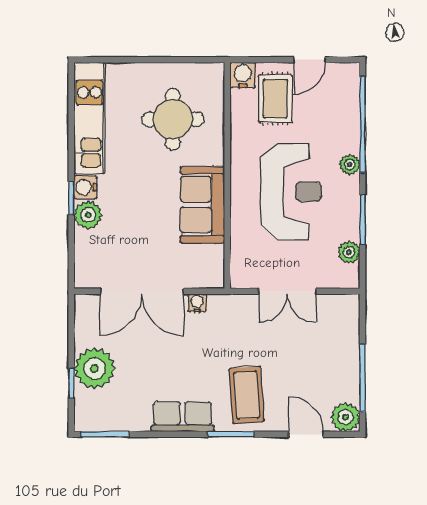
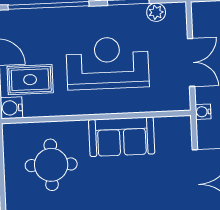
plant: (350, 165) -> (83, 15), removed
water cooler: (197, 303) -> (203, 112), moved

